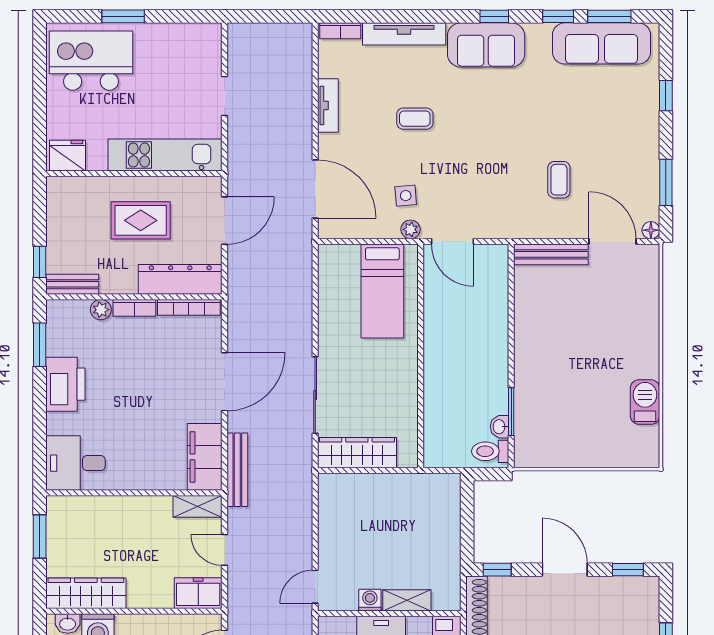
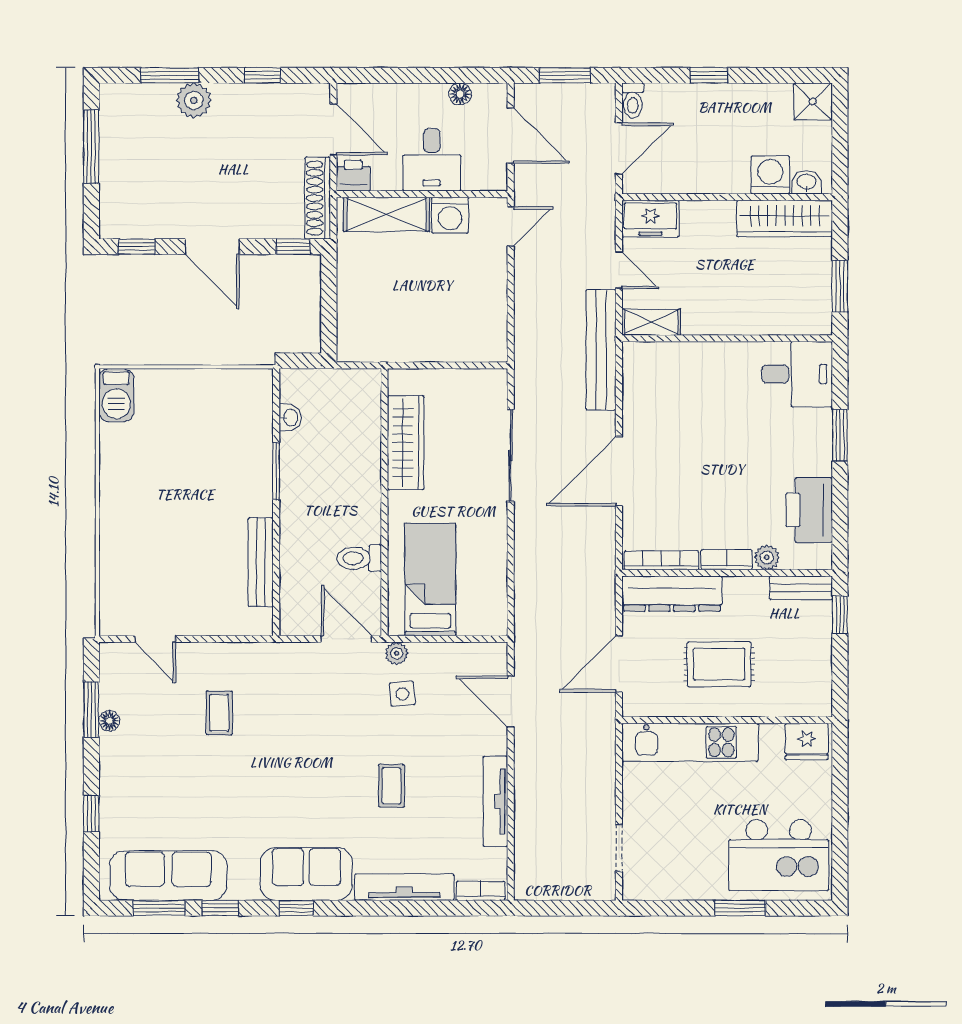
doorway: (225, 96) -> (619, 848), moved
tv unit: (328, 106) -> (495, 801), width x1.41
coffee table: (415, 119) -> (391, 786), turned 90
door: (315, 189) -> (511, 702), width x0.73
floor lamp: (651, 230) -> (109, 721), moved
door: (613, 241) -> (155, 639), width x0.73
bench: (551, 254) -> (261, 562), moved, turned 90
window: (40, 345) -> (840, 435), moved
printer: (65, 384) -> (809, 510), moved
barbecue: (645, 402) -> (116, 395), moved
window: (511, 412) -> (276, 471), moved
toilet: (490, 451) -> (359, 558), moved, turned 180
wardrobe: (357, 453) -> (406, 443), moved, turned -90
filing cabinet: (205, 457) -> (643, 381), removed
bench: (237, 470) -> (601, 350), width x1.37, depth x1.21
washing machine: (370, 600) -> (450, 215), width x1.38, depth x1.38
shelving: (407, 600) -> (386, 214), width x1.50, depth x1.33

